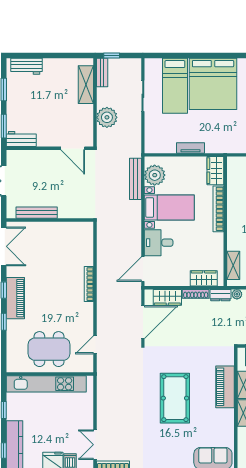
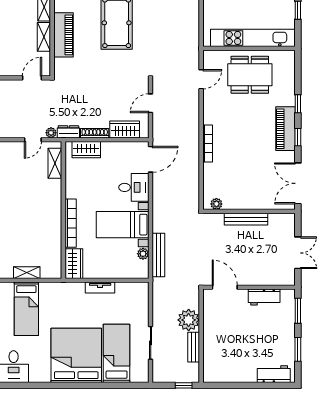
bench: (102, 73) -> (194, 347), moved
shelving: (86, 85) -> (211, 355), removed
workbench: (21, 139) -> (264, 297), moved
plant: (155, 175) -> (143, 254), width x0.53, depth x0.53
bench: (37, 213) -> (246, 219), moved
plant: (81, 227) -> (216, 204), added
door: (143, 322) -> (151, 103), width x0.53

